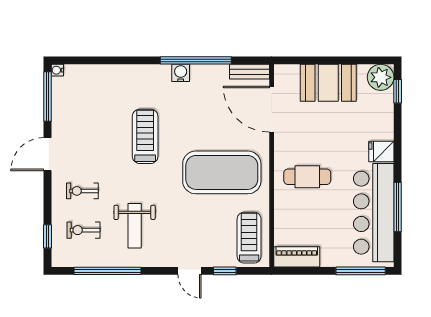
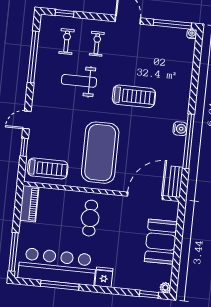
plant: (381, 77) -> (165, 288), width x0.53, depth x0.53
weight bench: (135, 226) -> (79, 81), moved

